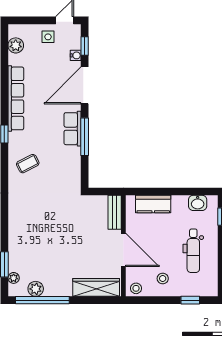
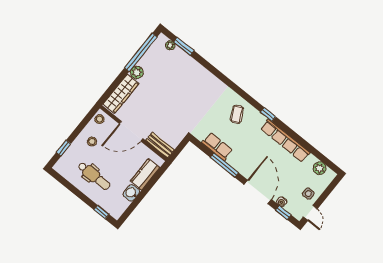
row of seats: (73, 129) -> (217, 146), moved
washbasin: (198, 203) -> (131, 193), moved
dental chair: (193, 251) -> (94, 176), turned 180
plant: (36, 289) -> (137, 72), moved

